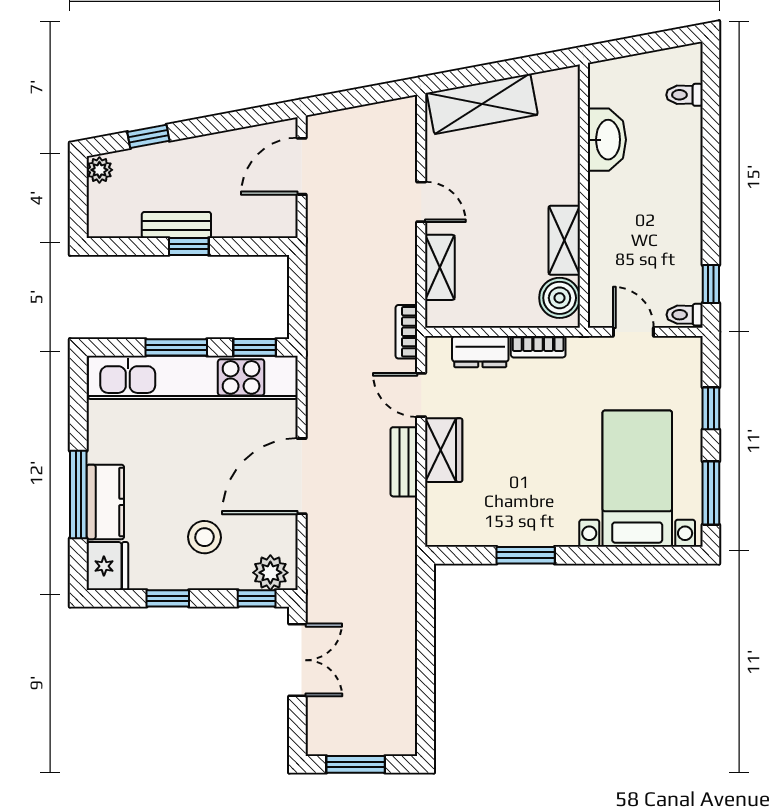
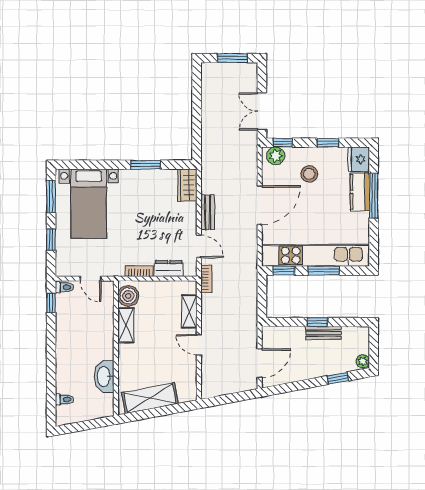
shelving: (482, 104) -> (150, 398), moved
wardrobe: (444, 450) -> (187, 185), moved

